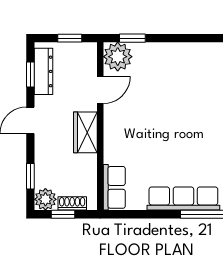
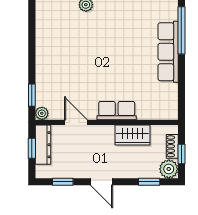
plant: (118, 57) -> (42, 113), width x0.53, depth x0.53
dresser: (44, 71) -> (43, 145), moved, turned 90
wardrobe: (85, 132) -> (132, 135), moved
row of seats: (114, 187) -> (117, 111), moved

